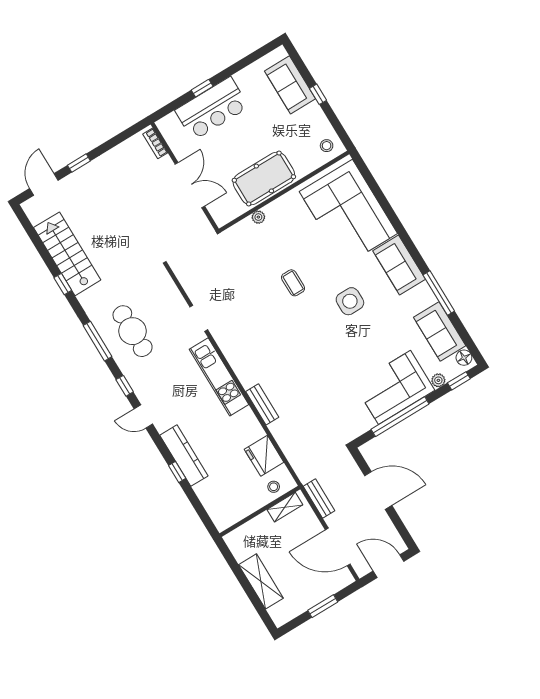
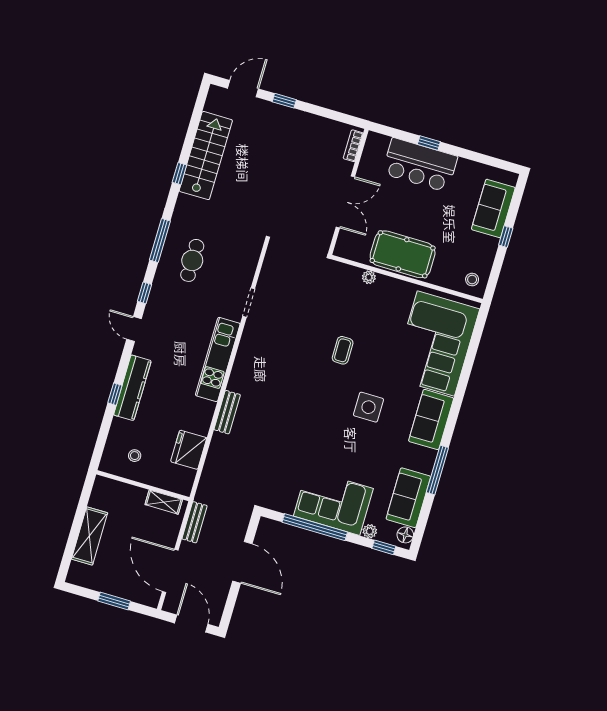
cafe table: (133, 331) -> (192, 260), width x0.73, depth x0.74
stool: (274, 487) -> (135, 456), moved

